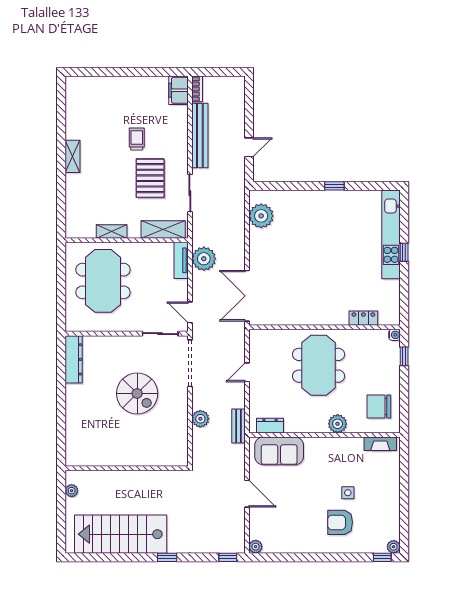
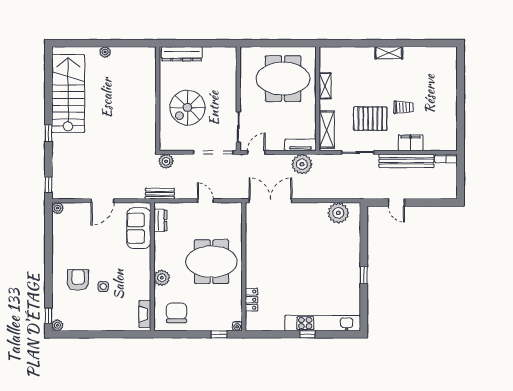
filing cabinet: (178, 90) -> (411, 143), moved
dresser: (74, 359) -> (182, 54), moved
wall: (127, 468) -> (158, 99), moved

